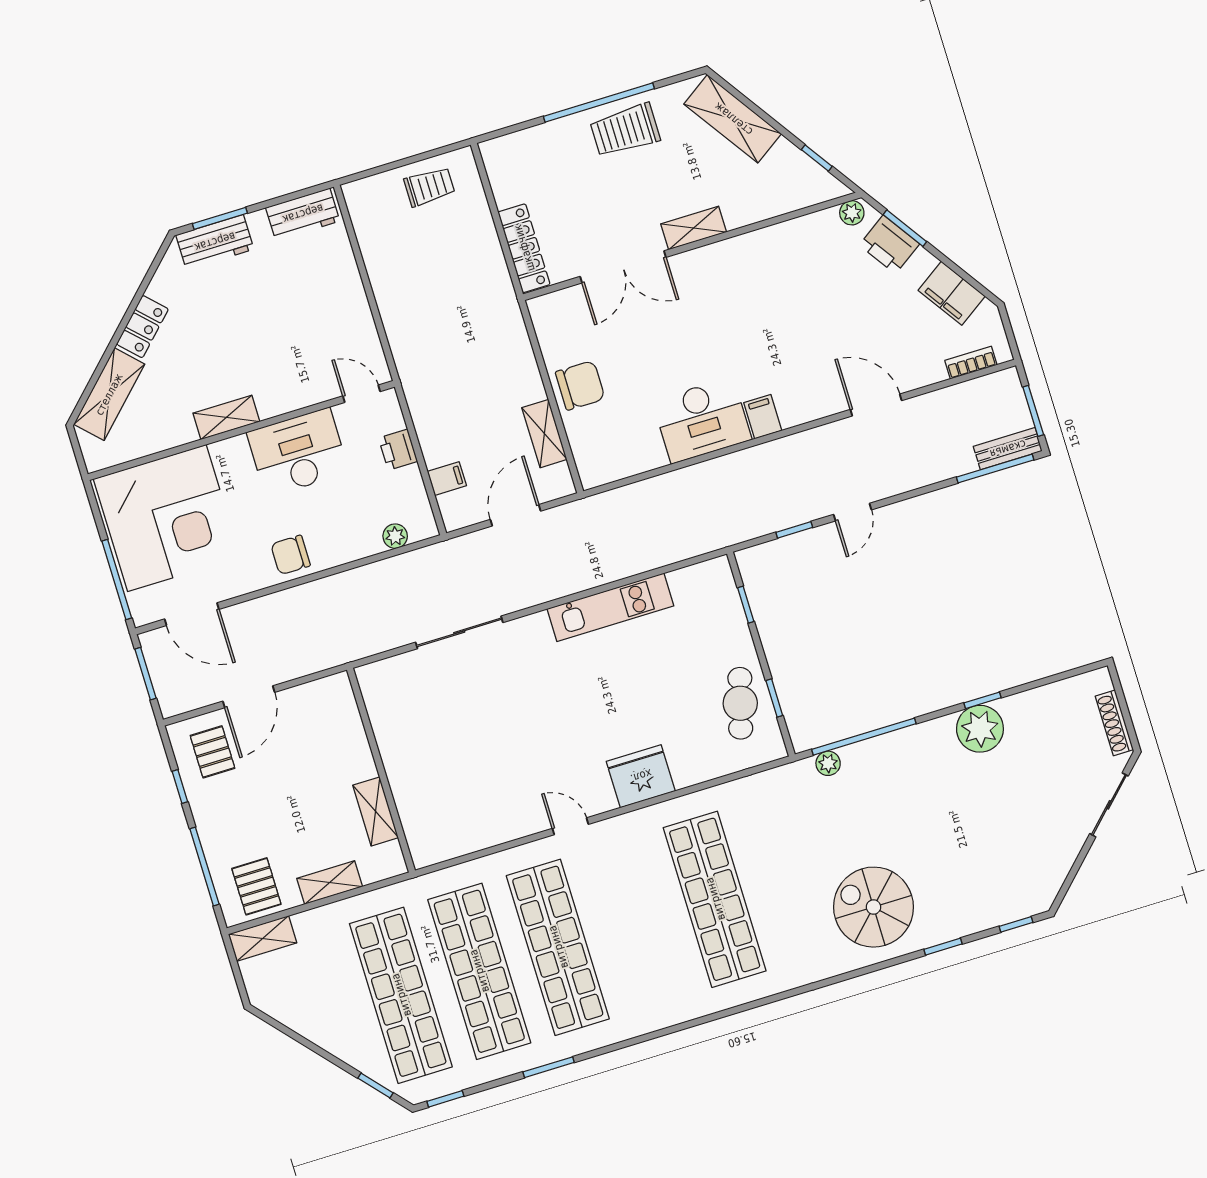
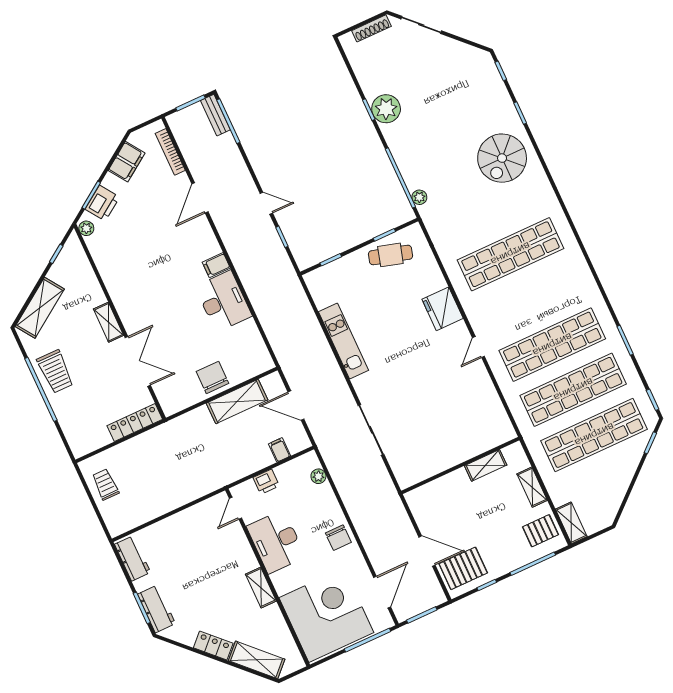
bookcase: (971, 363) -> (170, 152), width x1.56
shelving: (544, 434) -> (237, 402), width x1.50, depth x1.33
pallet: (213, 752) -> (463, 568), width x1.50, depth x1.42

